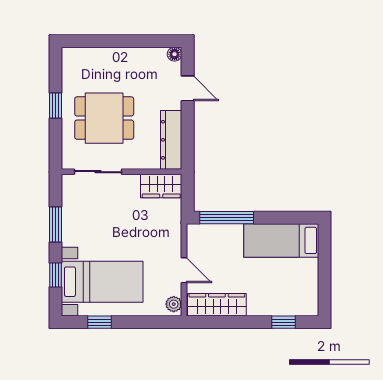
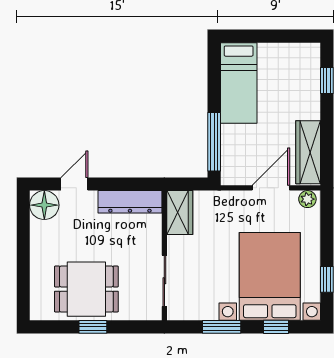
floor lamp: (175, 54) -> (44, 205), width x1.89, depth x1.89
dining table: (104, 118) -> (86, 289), moved, turned 90
door: (184, 270) -> (271, 188), width x1.38
bed with nightstands: (102, 282) -> (270, 276), width x1.36

